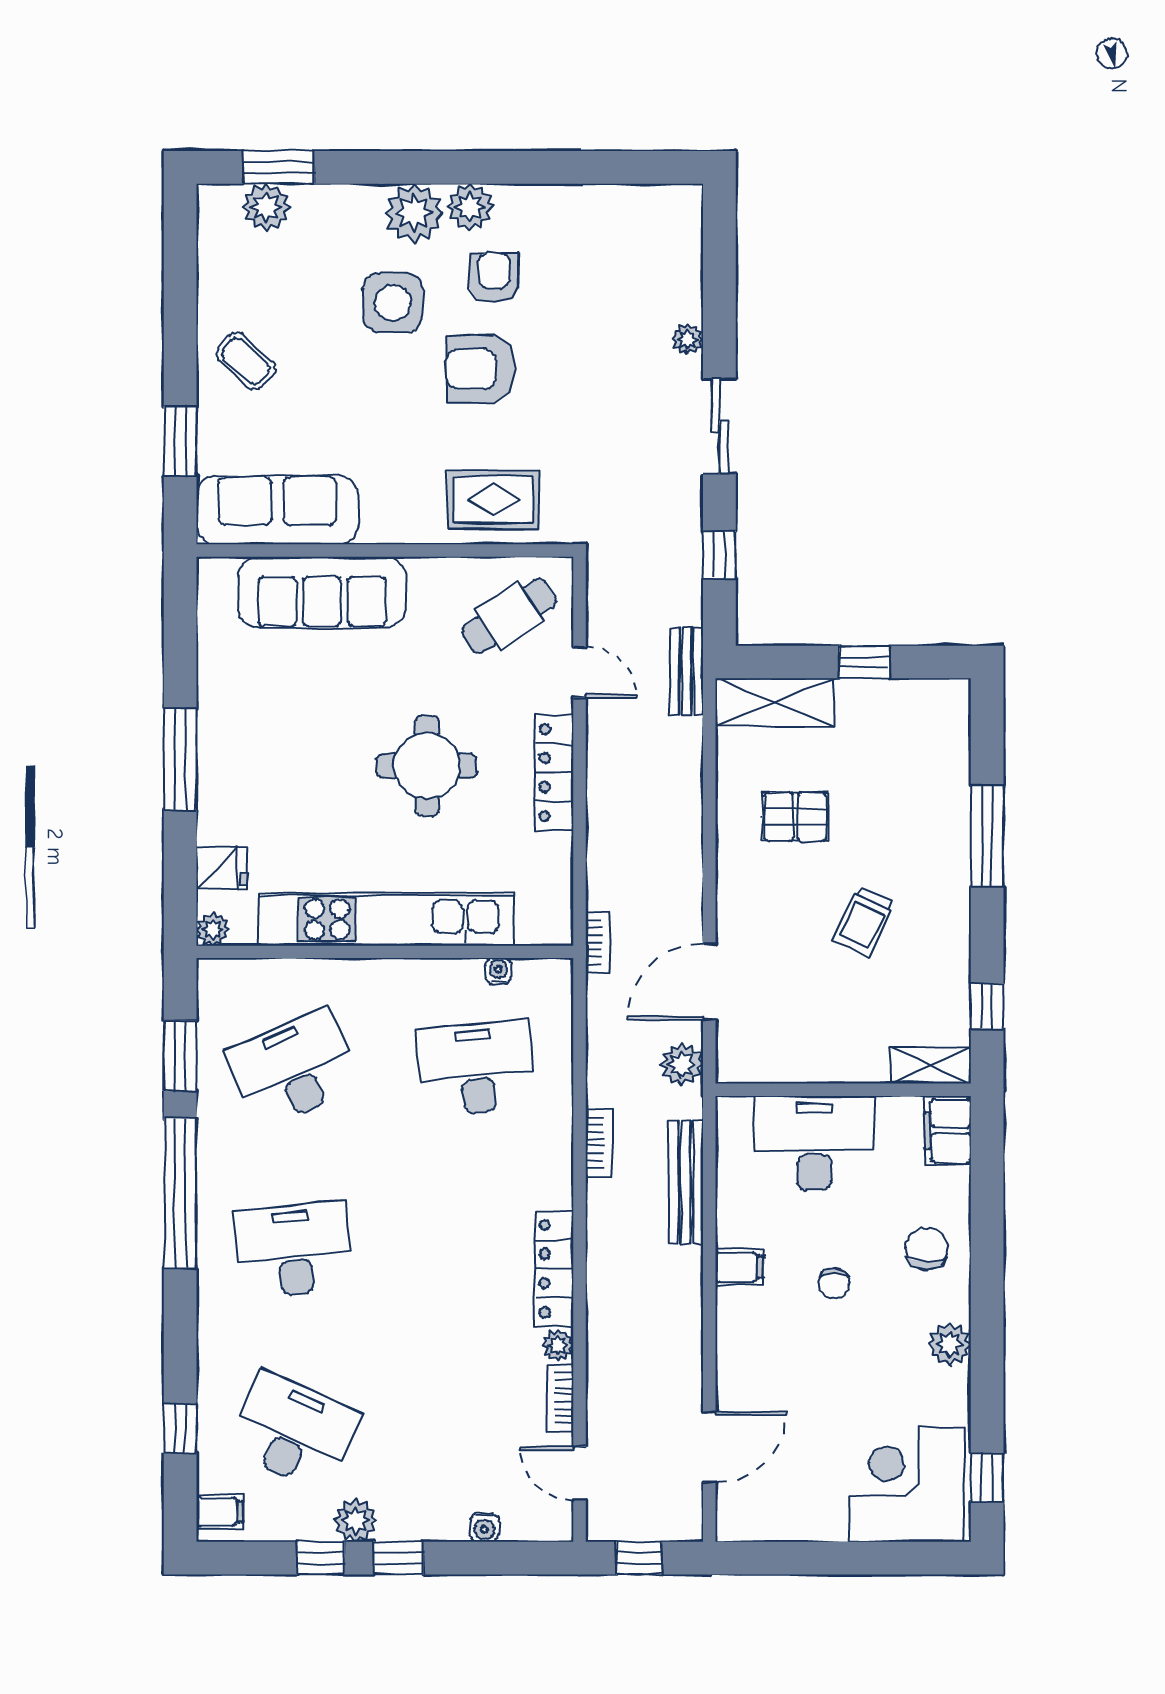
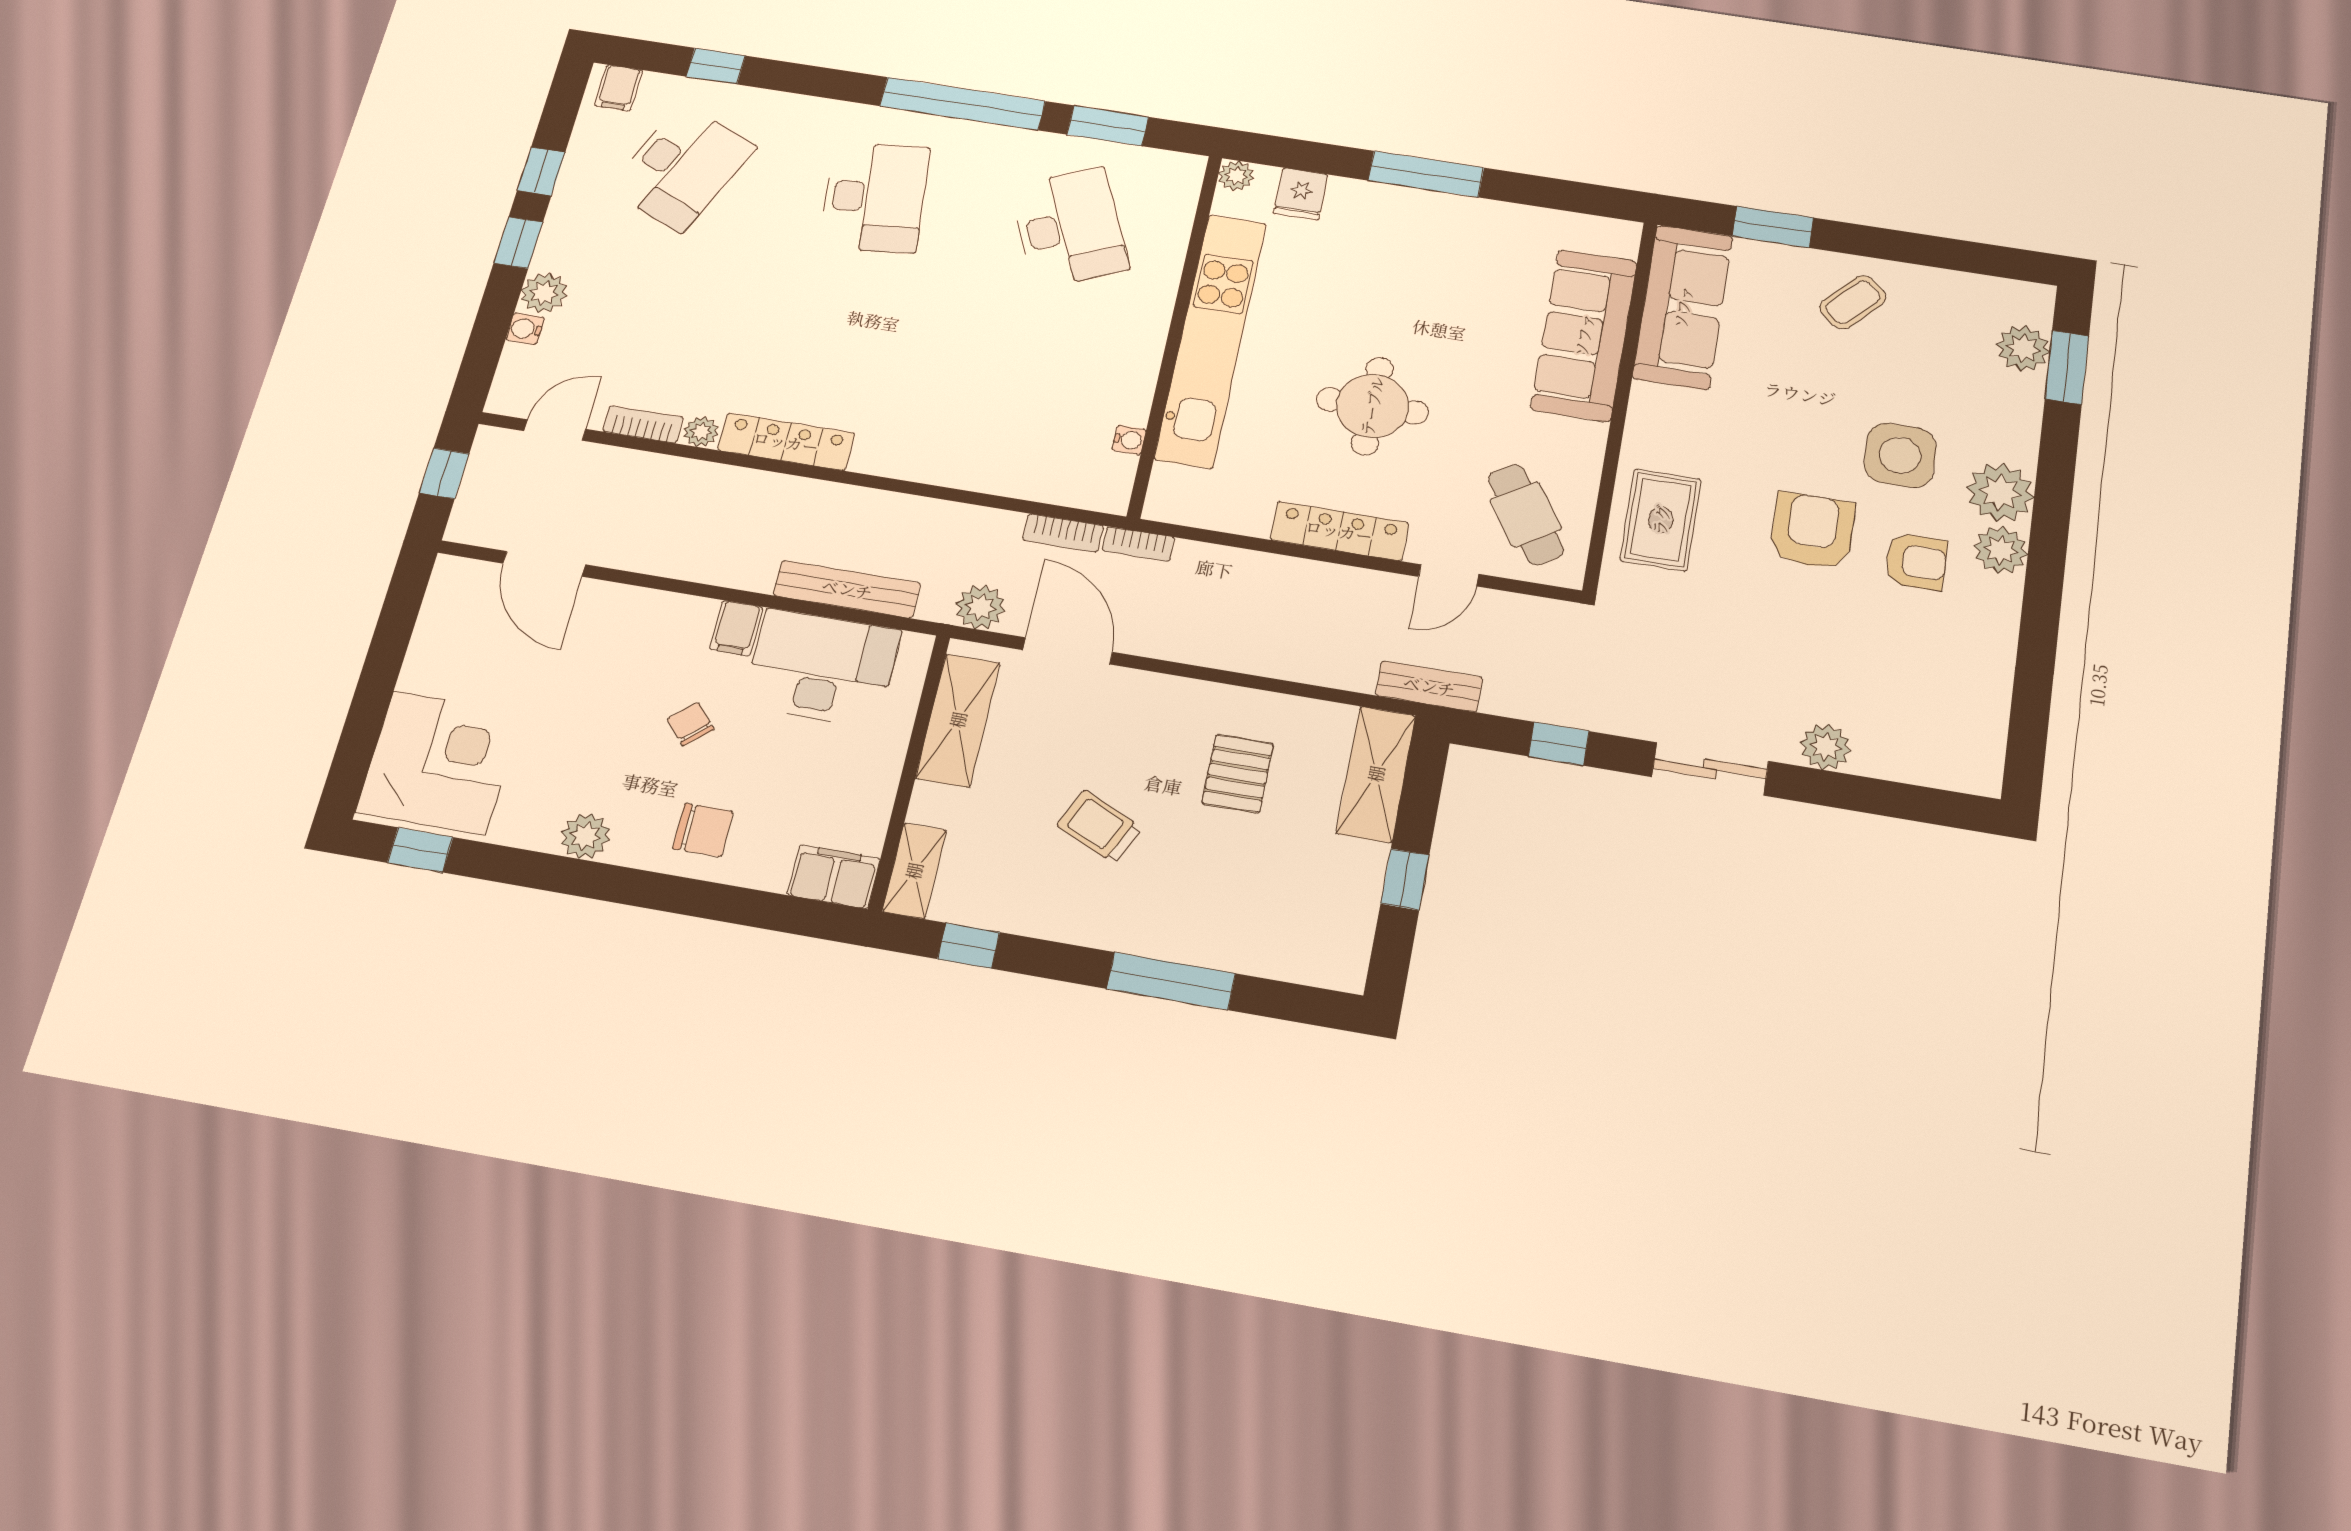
plant: (688, 339) -> (1826, 747), width x1.38, depth x1.38
shelving: (790, 1060) -> (958, 720), added
desk: (476, 1068) -> (1027, 401), removed
bookcase: (599, 1143) -> (1063, 533), moved
desk: (814, 1143) -> (822, 668), moved, turned -90
chair: (834, 1283) -> (691, 724), turned 48
plant: (355, 1521) -> (544, 293), moved

